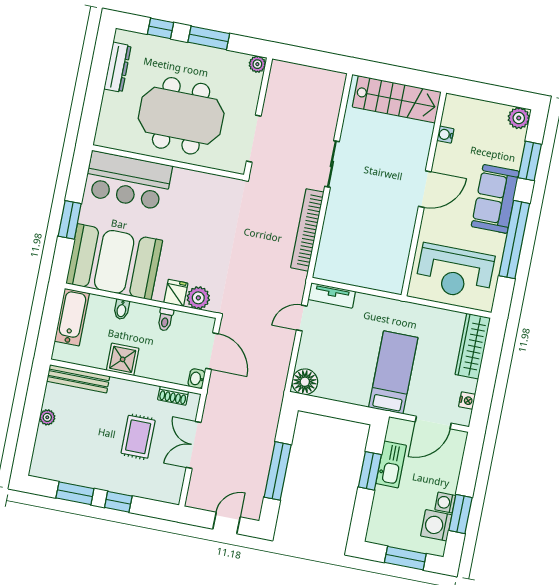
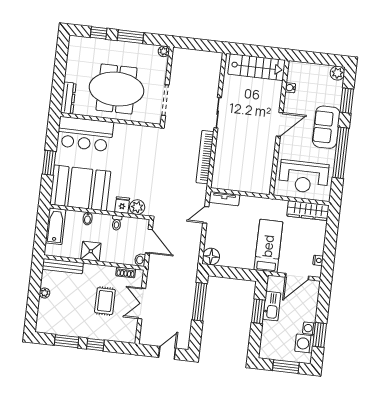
dresser: (118, 67) -> (68, 98), moved
wardrobe: (473, 346) -> (308, 211), moved, turned -90
window: (278, 471) -> (200, 302), moved

